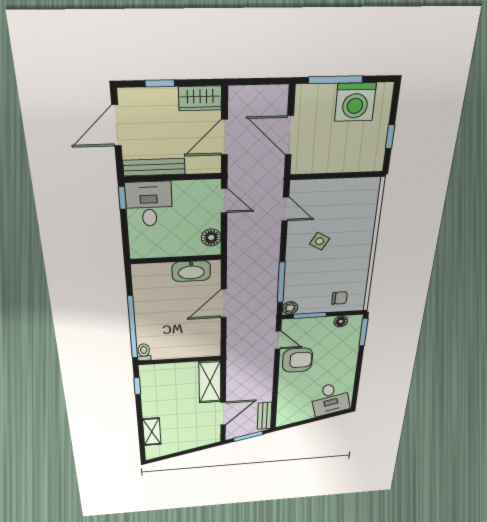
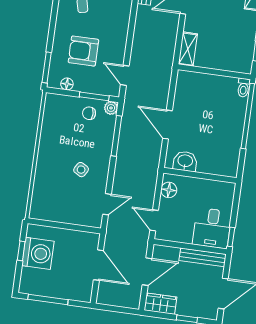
window: (336, 80) -> (48, 299), moved
washing machine: (355, 102) -> (38, 253), moved, turned 90
door: (285, 209) -> (107, 204), swing flipped
washbasin: (191, 271) -> (185, 161), width x0.72
chair: (339, 298) -> (89, 113), moved
door: (224, 303) -> (167, 125), swing flipped
armchair: (297, 360) -> (83, 51), moved
shelving: (210, 382) -> (188, 49), width x0.67, depth x0.75

